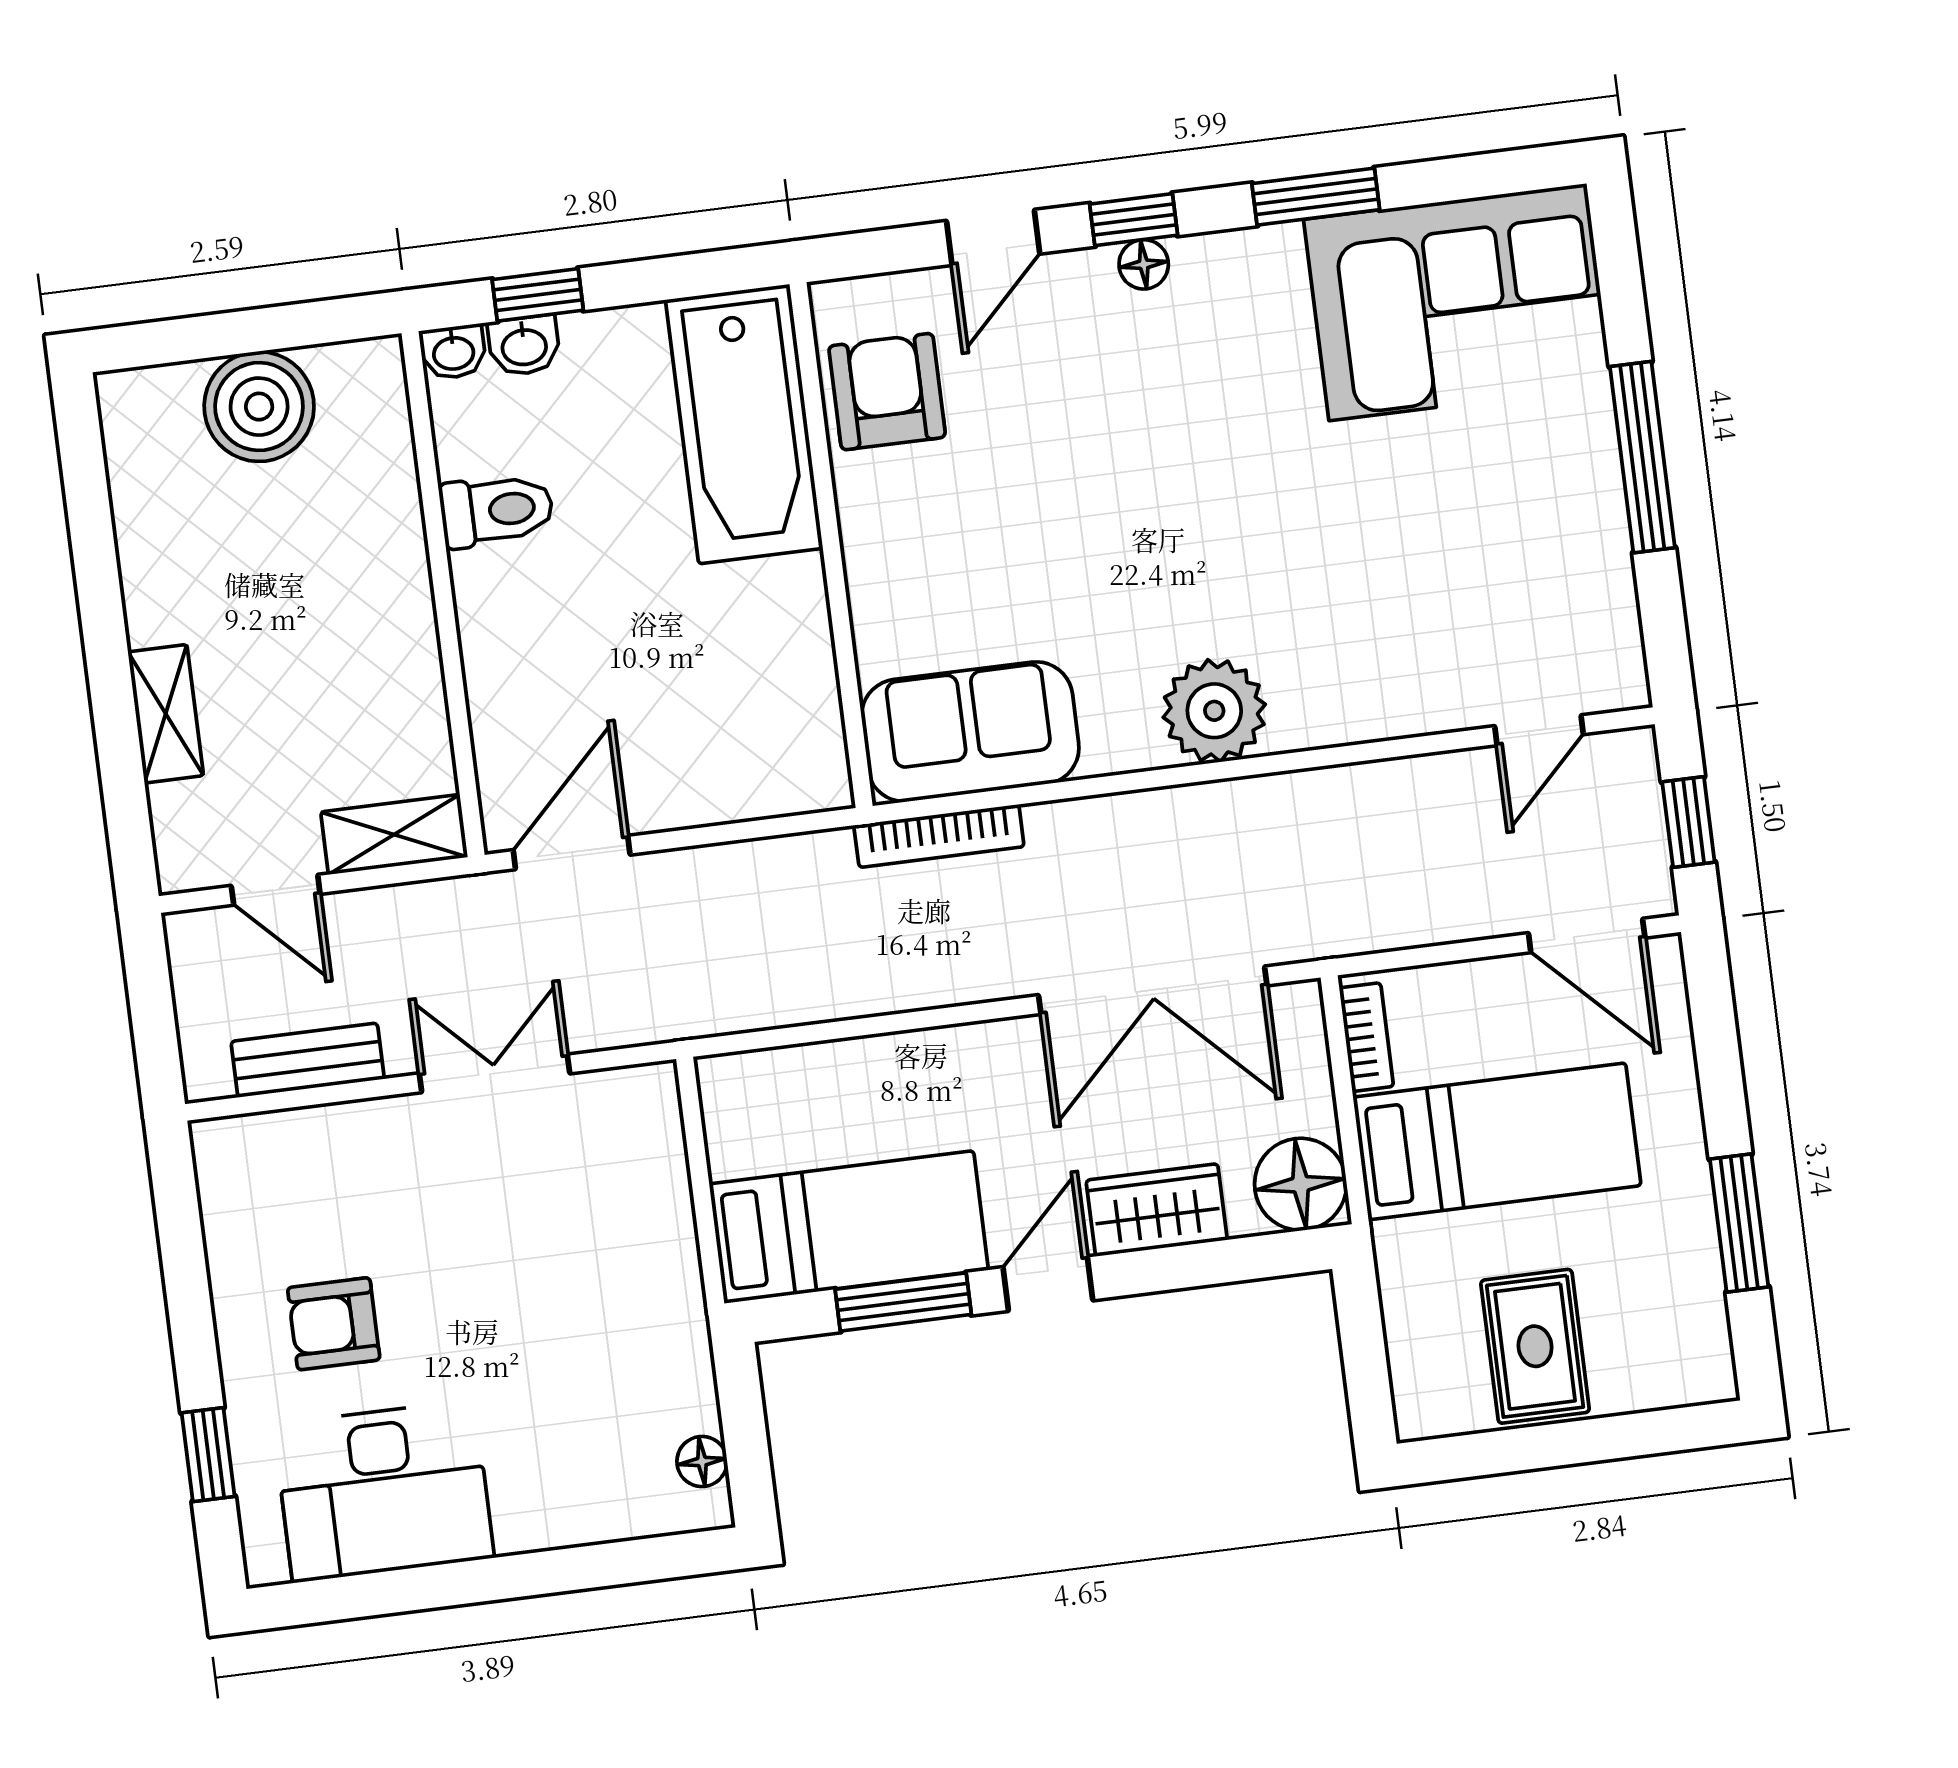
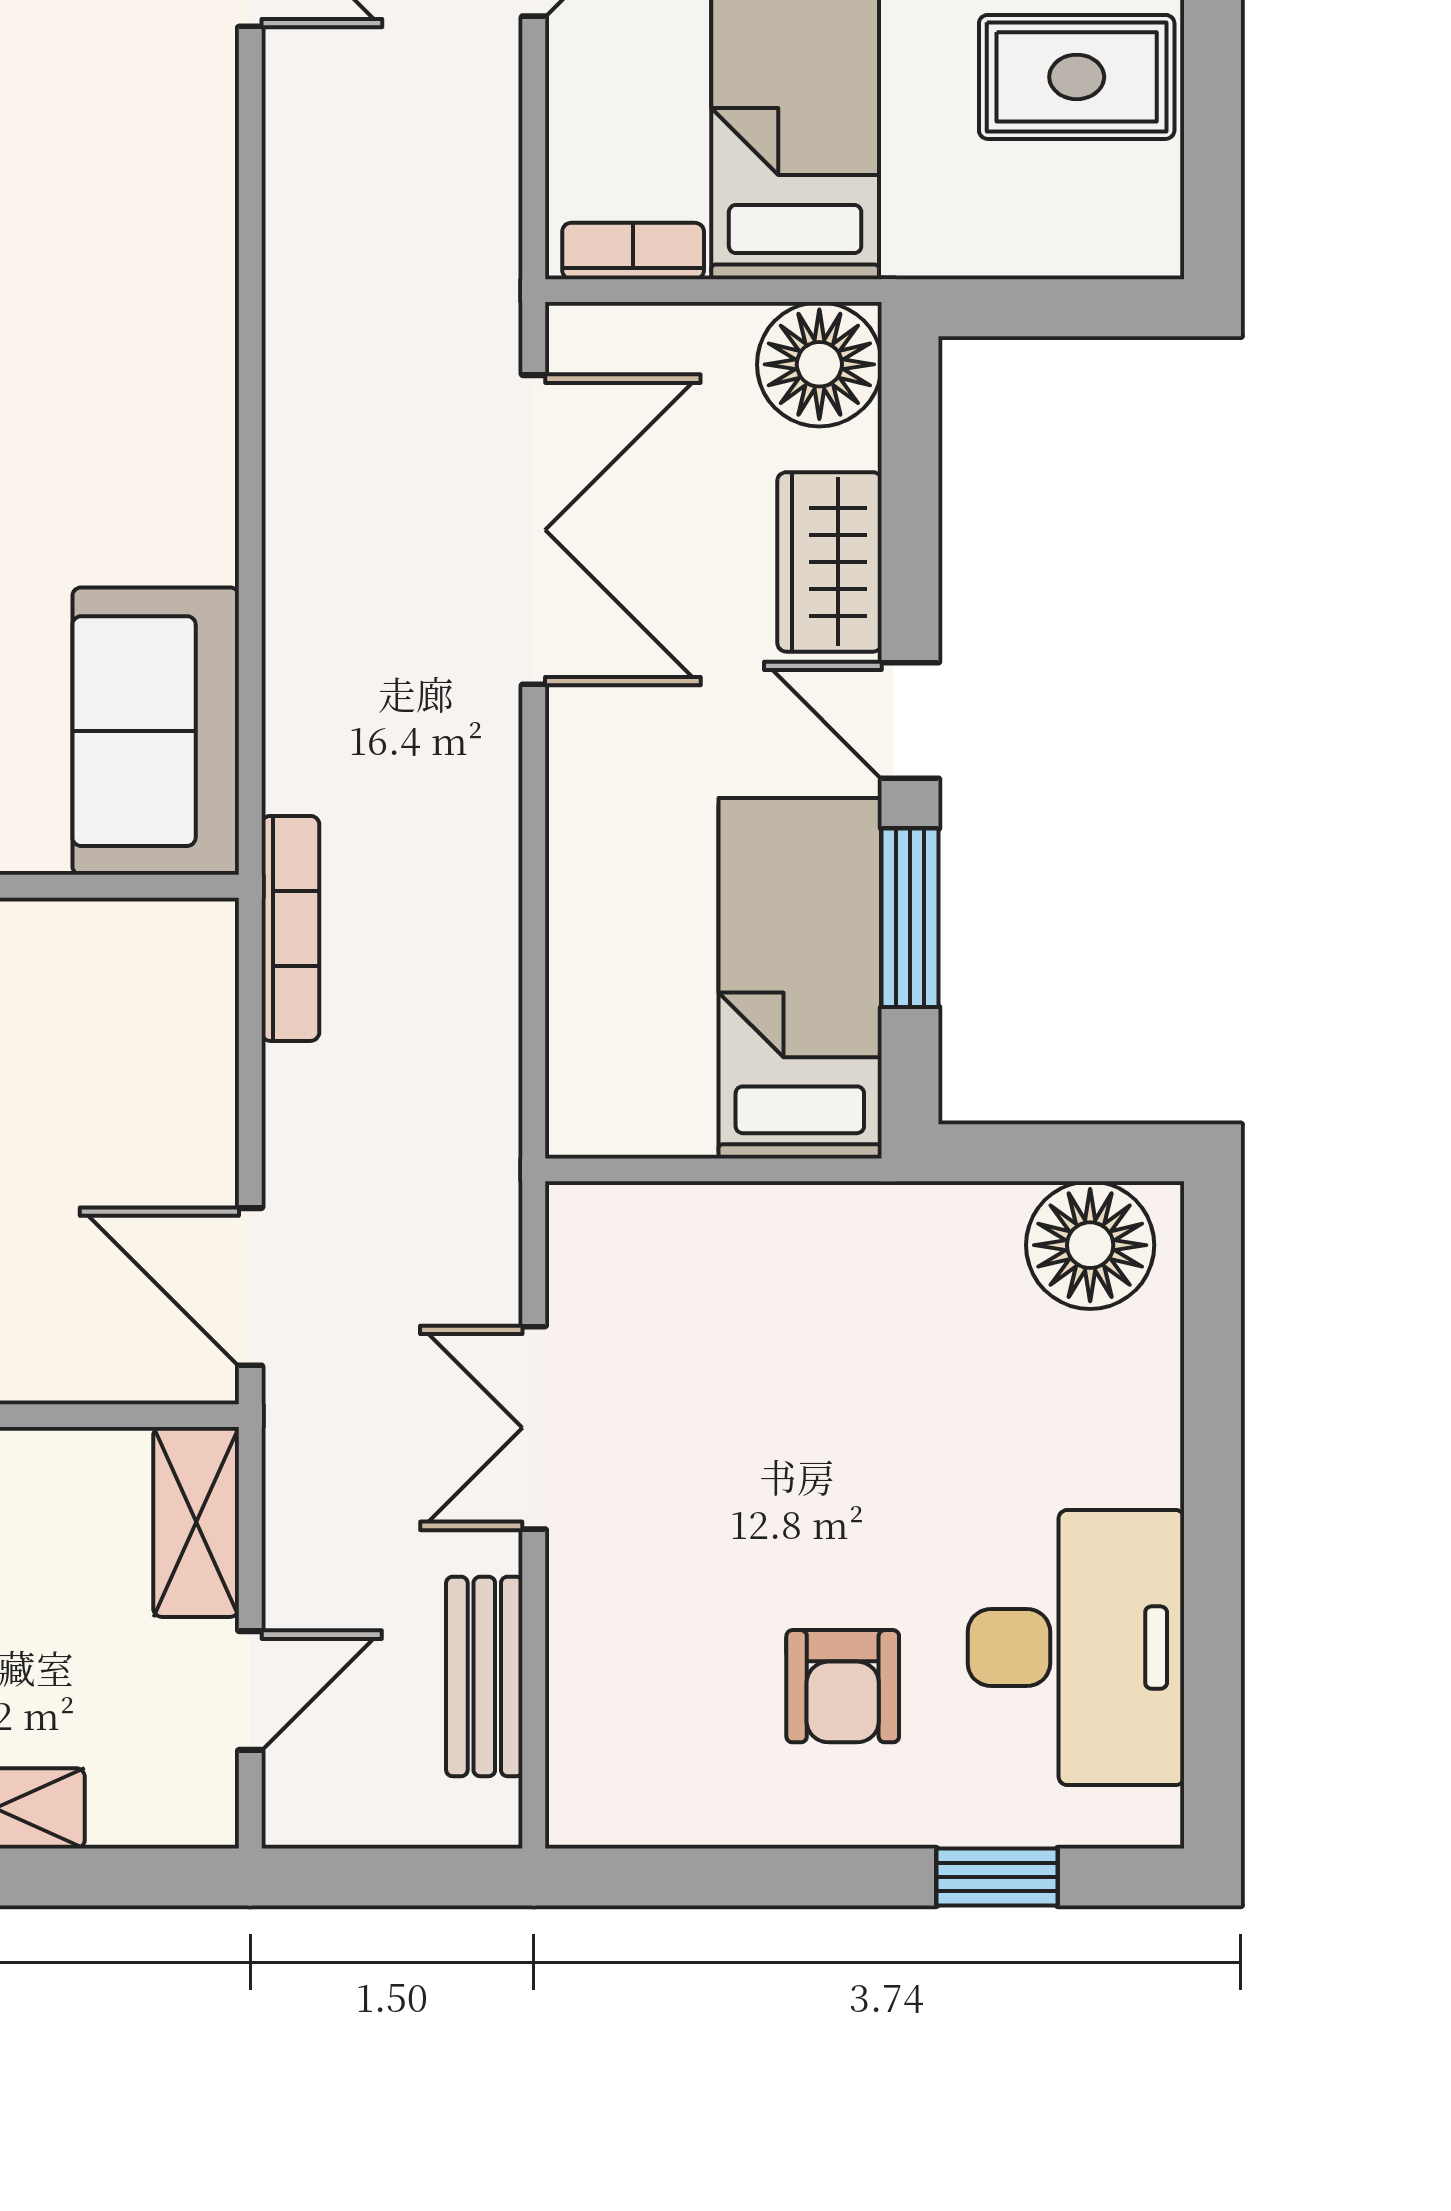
plant: (1214, 711) -> (169, 400), removed
bookcase: (939, 836) -> (290, 928), moved
floor lamp: (702, 1462) -> (1090, 1245), width x1.89, depth x1.89

